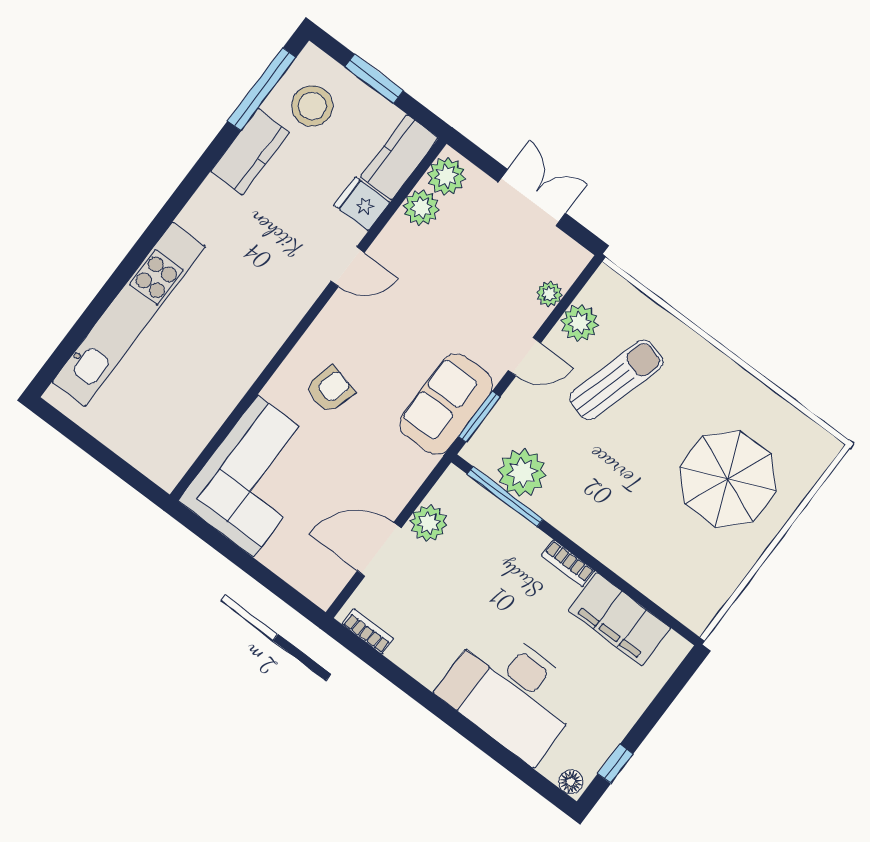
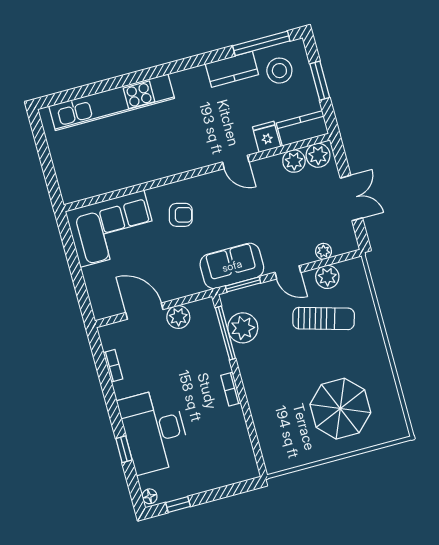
filing cabinet: (620, 619) -> (235, 436), removed
bookcase: (368, 631) -> (113, 366), moved
window: (491, 747) -> (124, 449), added

